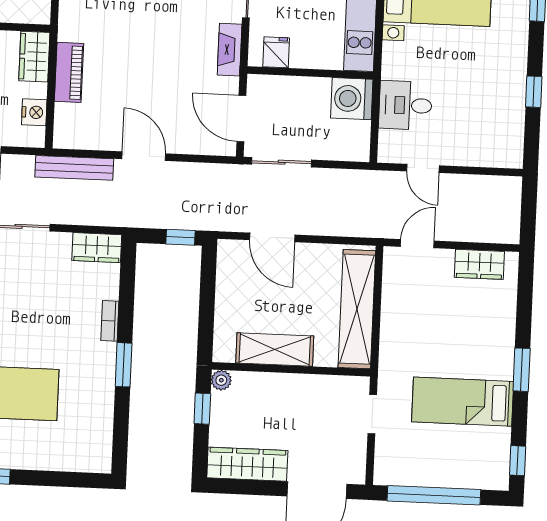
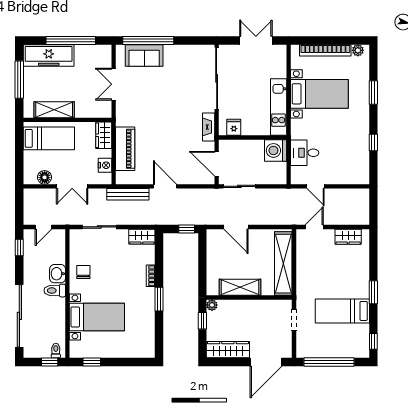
piano: (69, 72) -> (125, 149), width x1.37, depth x1.33

